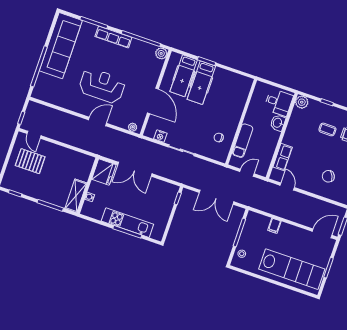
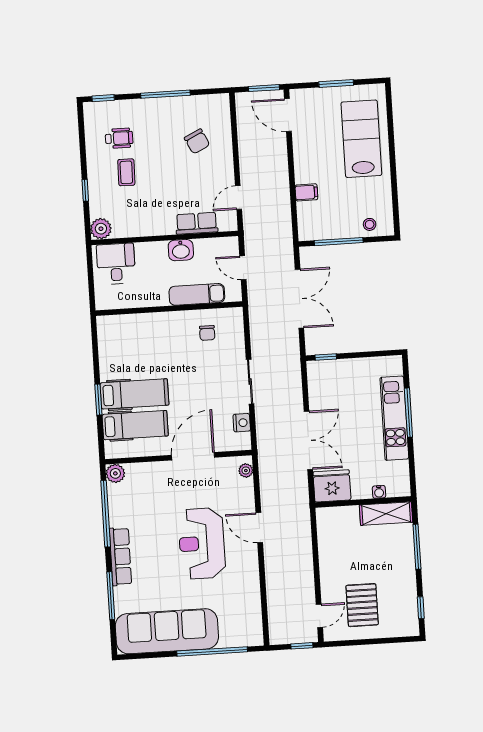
washbasin: (278, 123) -> (181, 250), moved
lab bench: (292, 269) -> (361, 139), width x0.73

